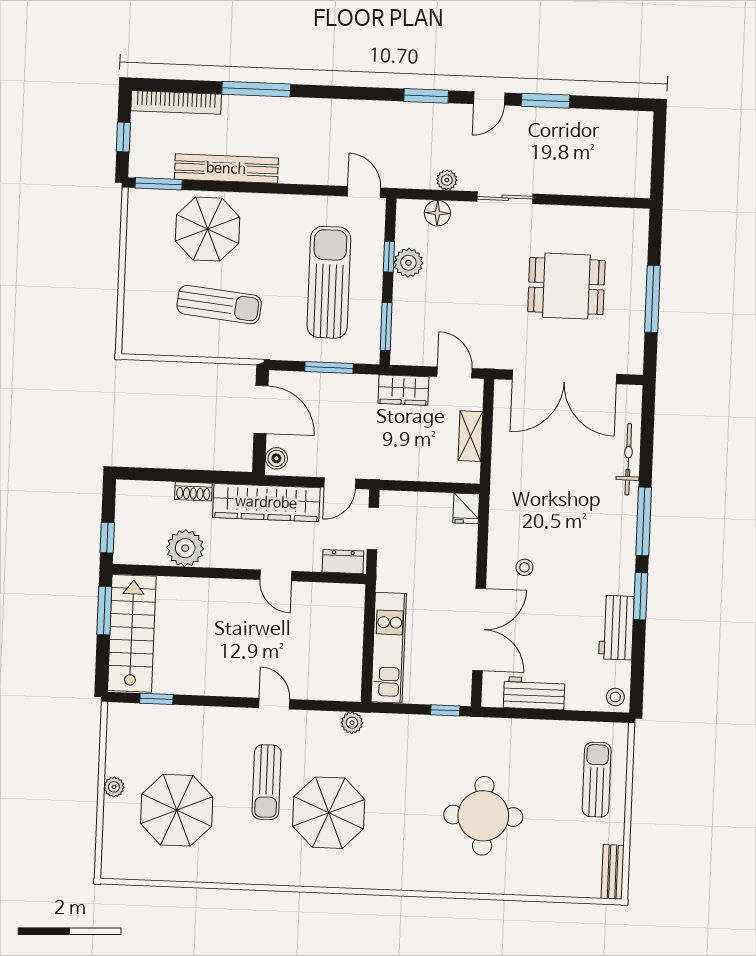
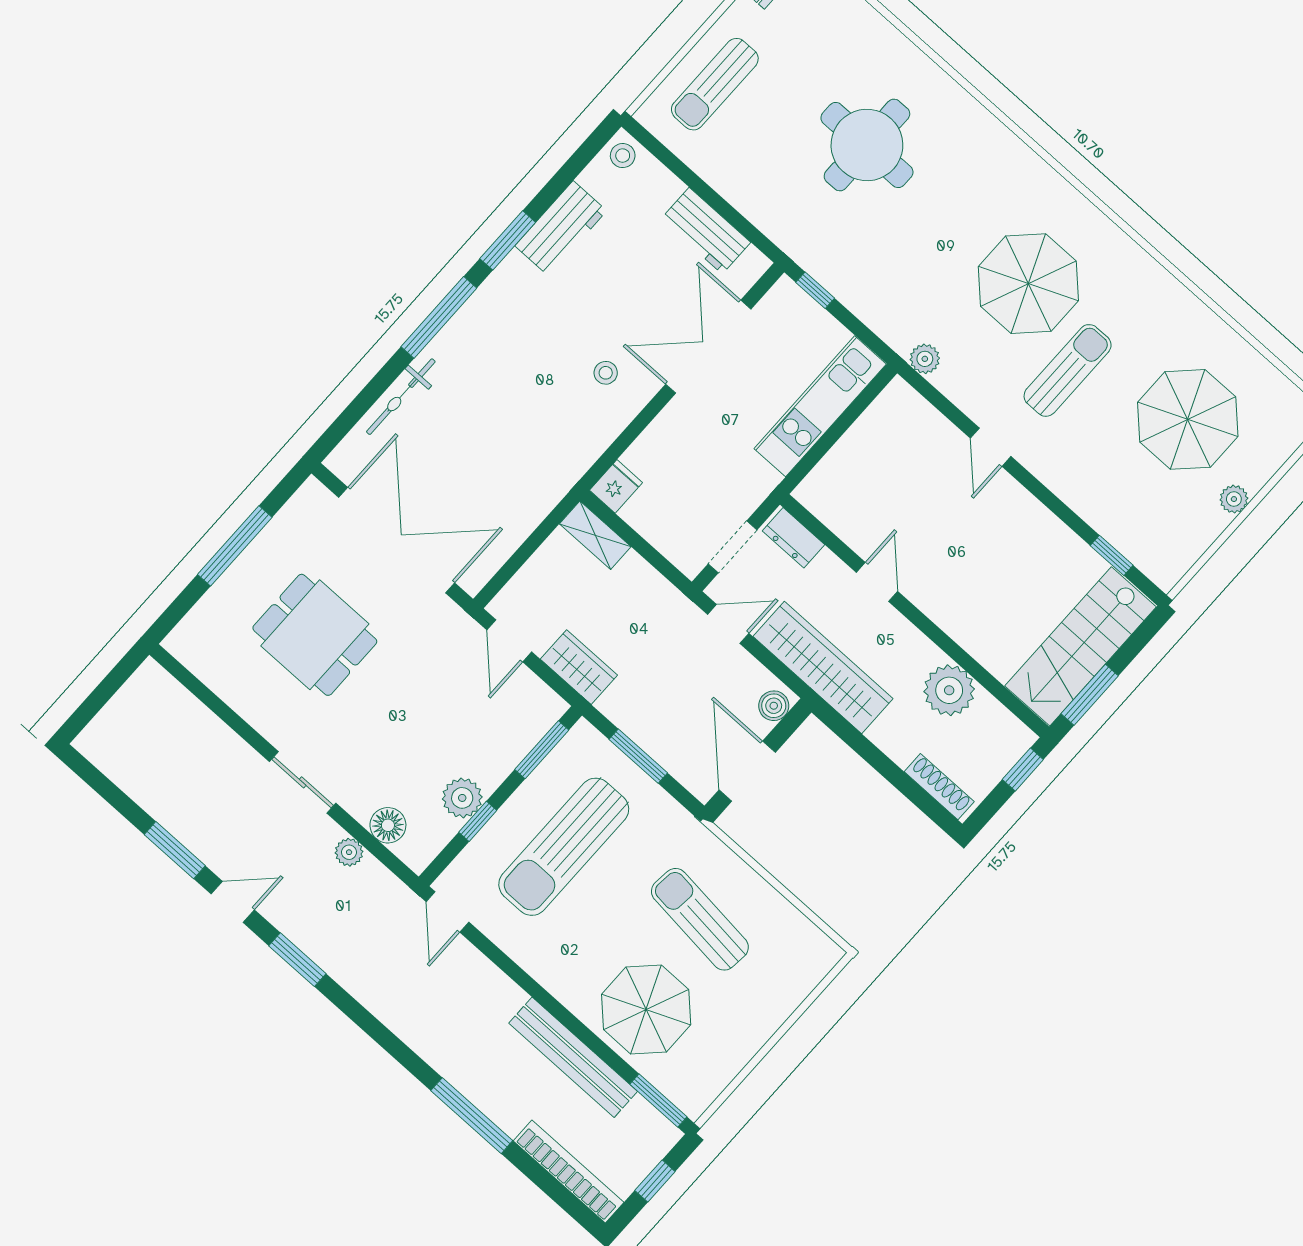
shelving: (470, 436) -> (595, 535), moved, turned 90
shoe rack: (193, 491) -> (939, 787), moved, width x1.43

